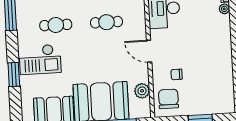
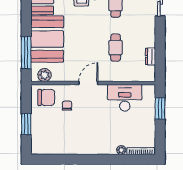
plant: (142, 91) -> (44, 75), moved

